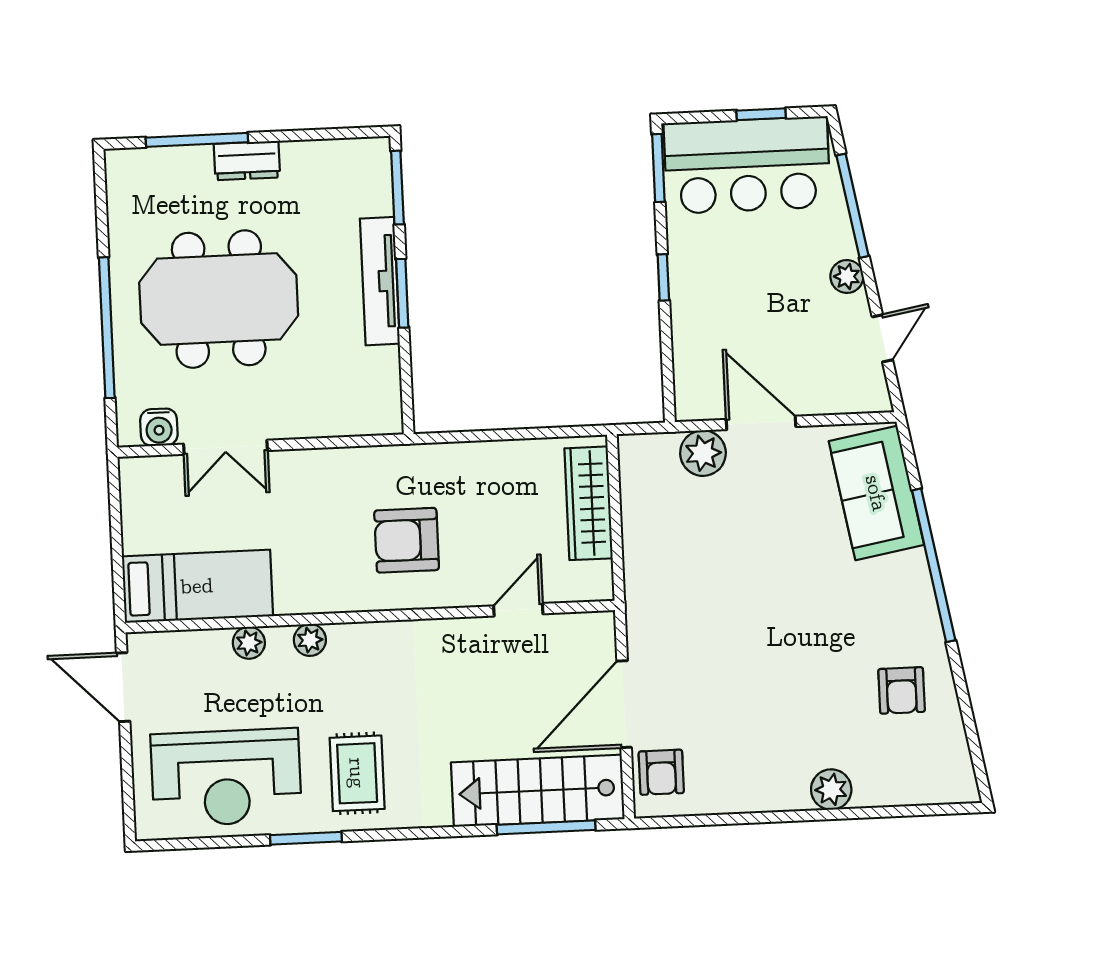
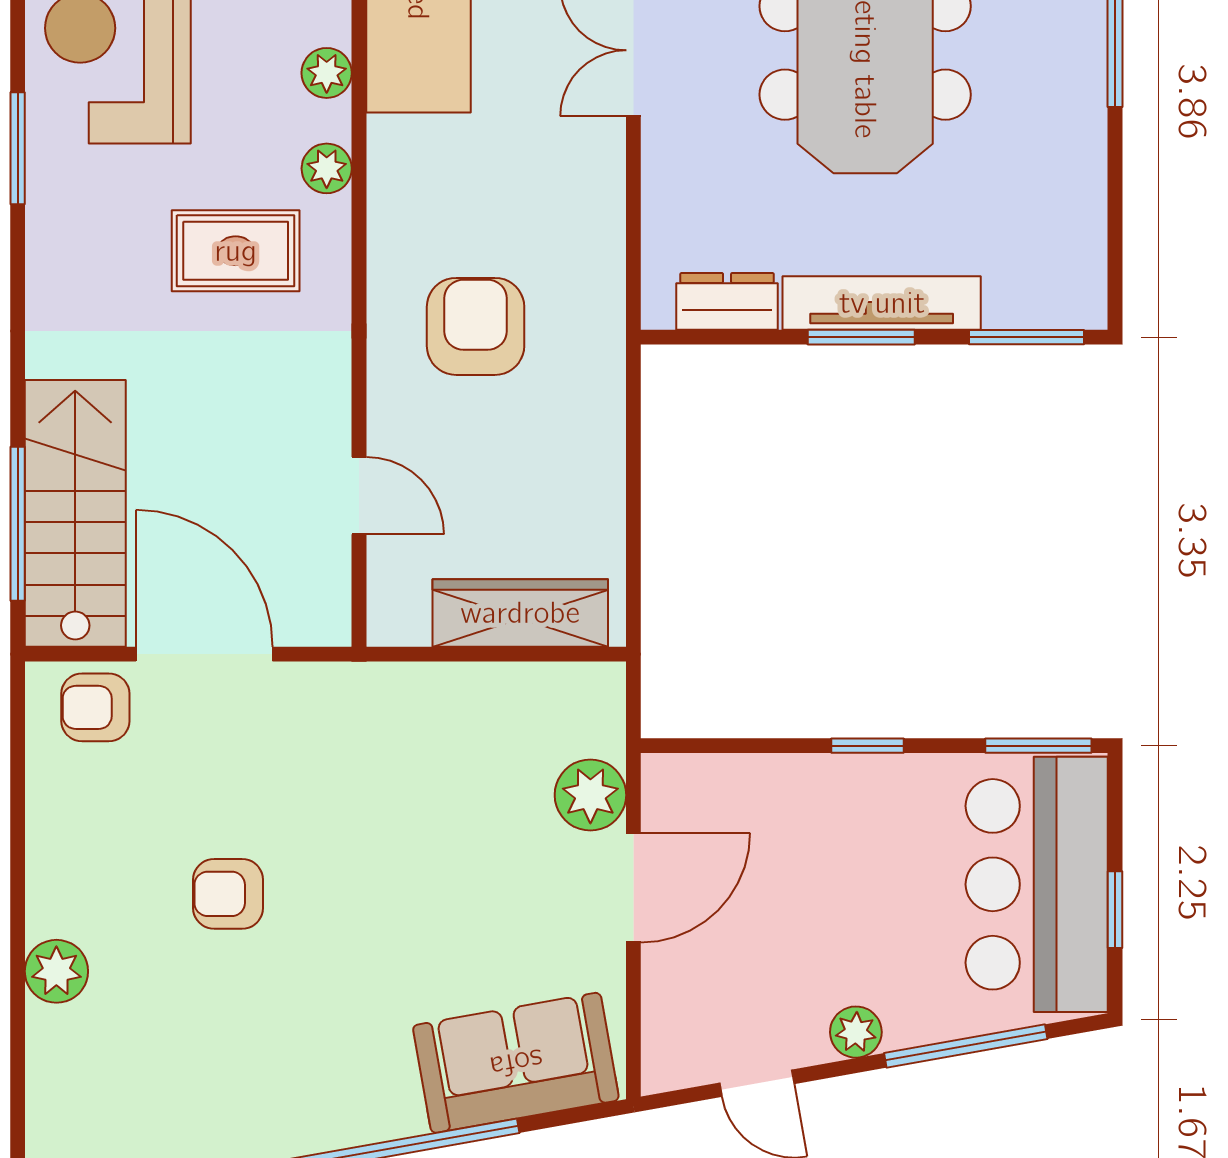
dresser: (247, 161) -> (727, 301), moved, turned 90
armchair: (902, 690) -> (228, 894), moved
rug: (357, 773) -> (236, 251), moved

